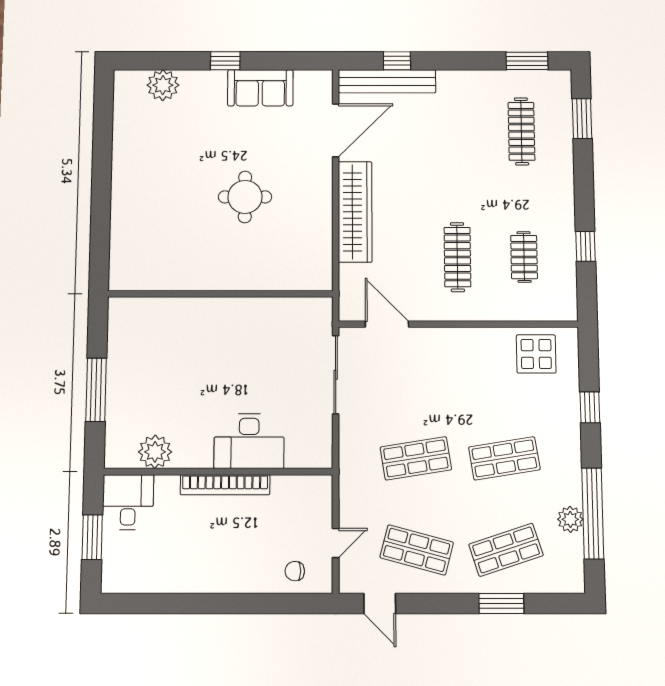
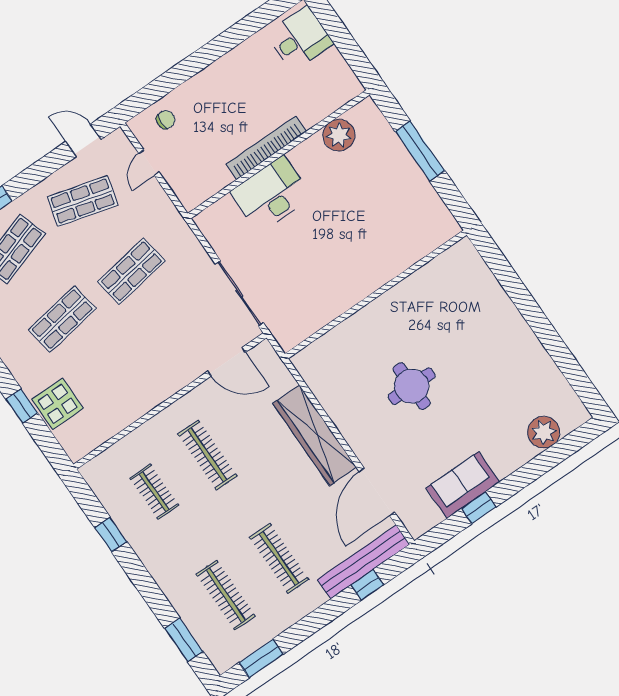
window: (225, 61) -> (479, 508), moved
clothes rail: (456, 131) -> (279, 558), added
display table: (536, 354) -> (58, 404), moved
desk: (128, 502) -> (300, 39), moved, turned -90
window: (92, 537) -> (341, 37), removed

